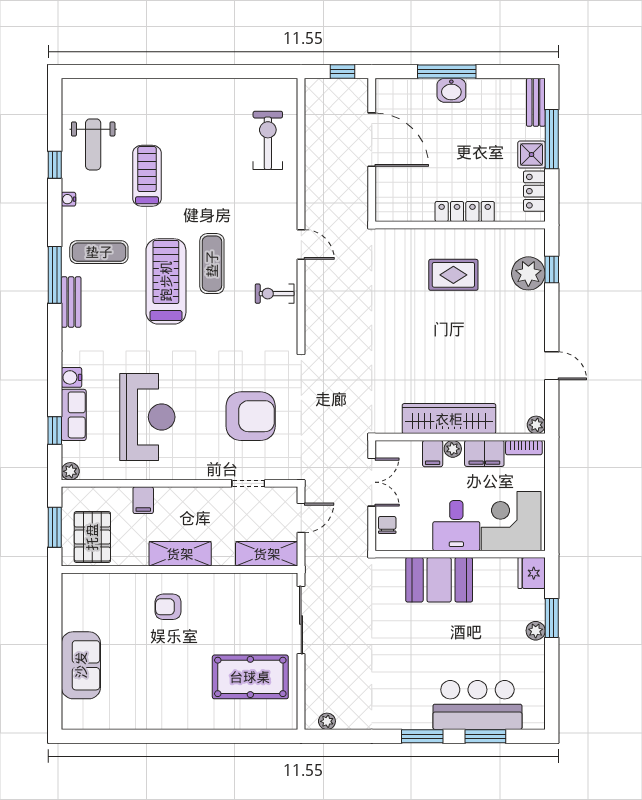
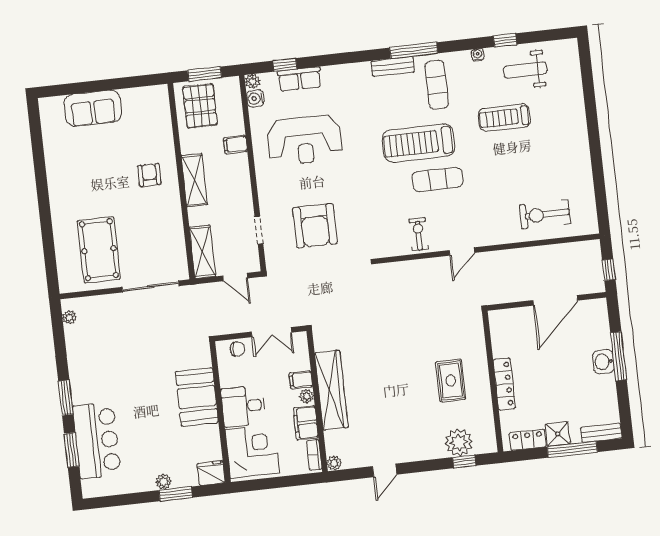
exercise bike: (268, 140) -> (545, 214), turned 180
treadmill: (147, 176) -> (504, 118), turned 180
treadmill: (166, 281) -> (419, 143), turned 180
water cooler: (72, 377) -> (255, 98), moved, turned -90
pallet: (92, 537) -> (200, 106), turned 90

